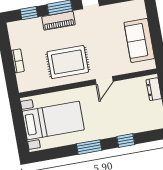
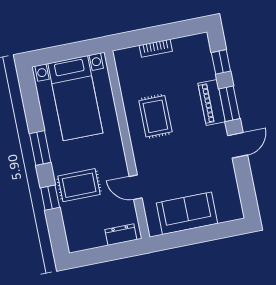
rug: (68, 62) -> (155, 116), width x0.73, depth x0.70
door: (104, 80) -> (136, 187), moved
rug: (117, 119) -> (79, 185), added

